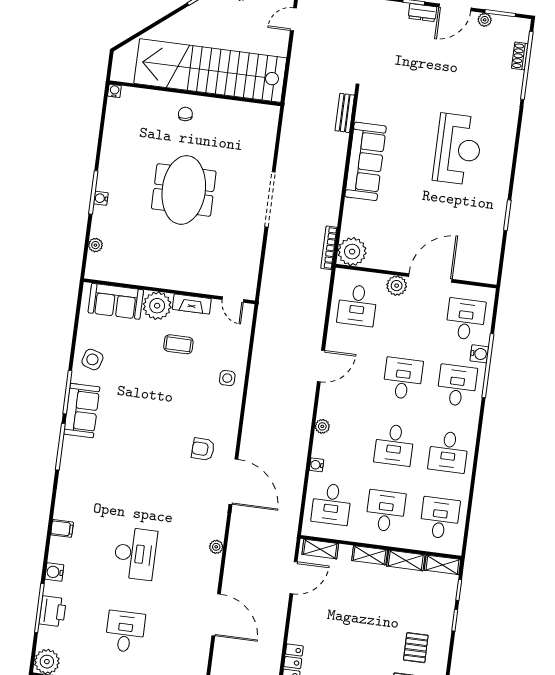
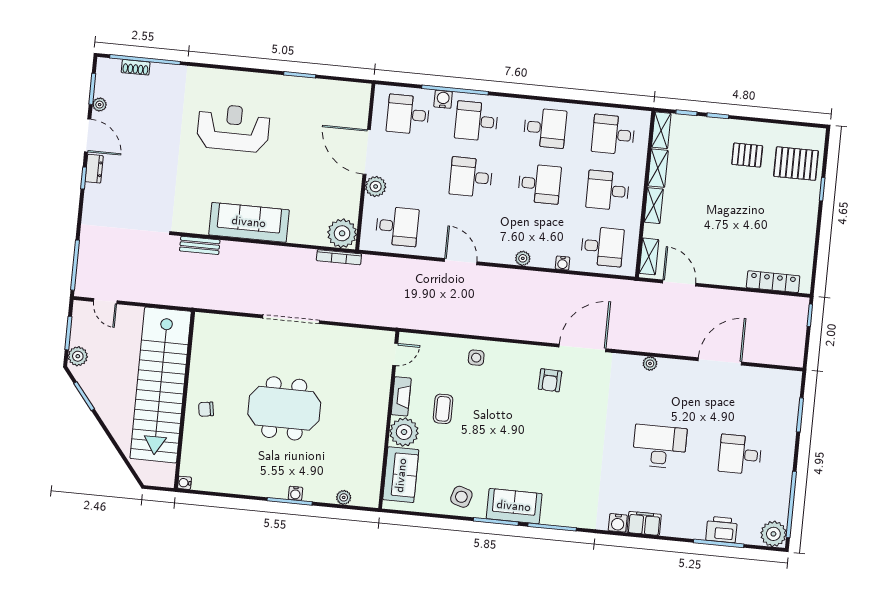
filing cabinet: (62, 528) -> (644, 523), width x2.00
water cooler: (54, 572) -> (618, 523), moved

